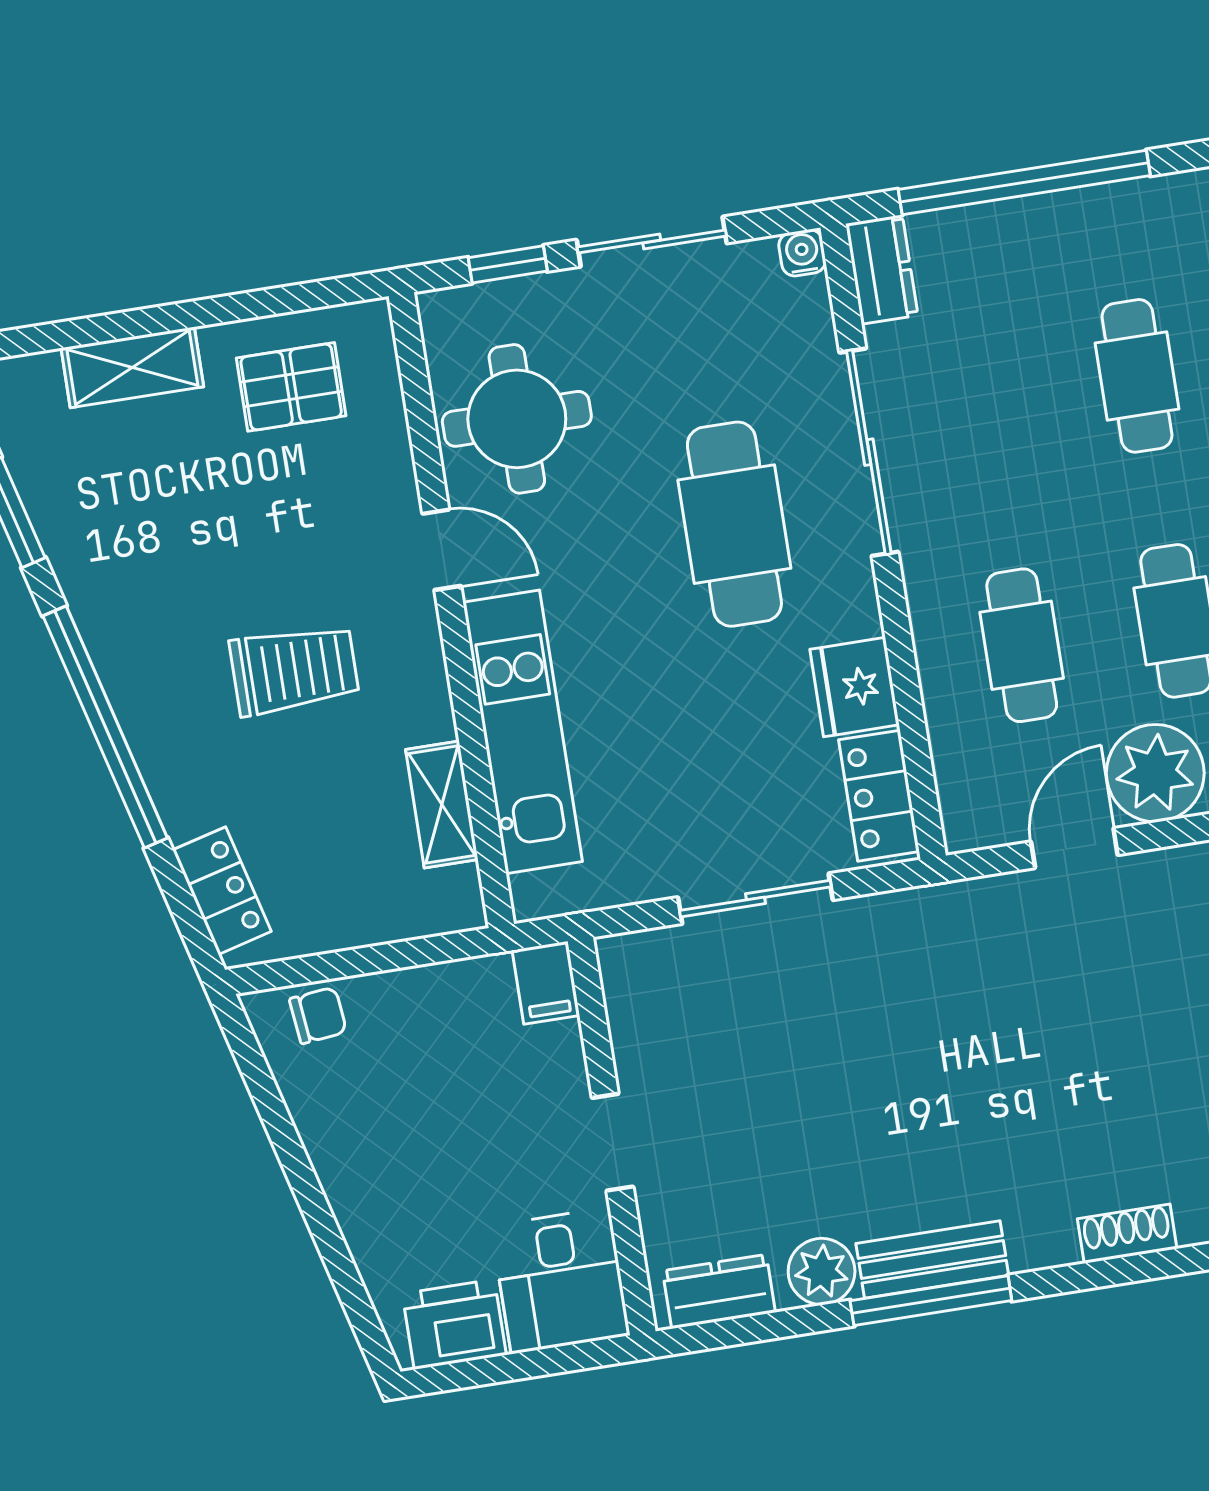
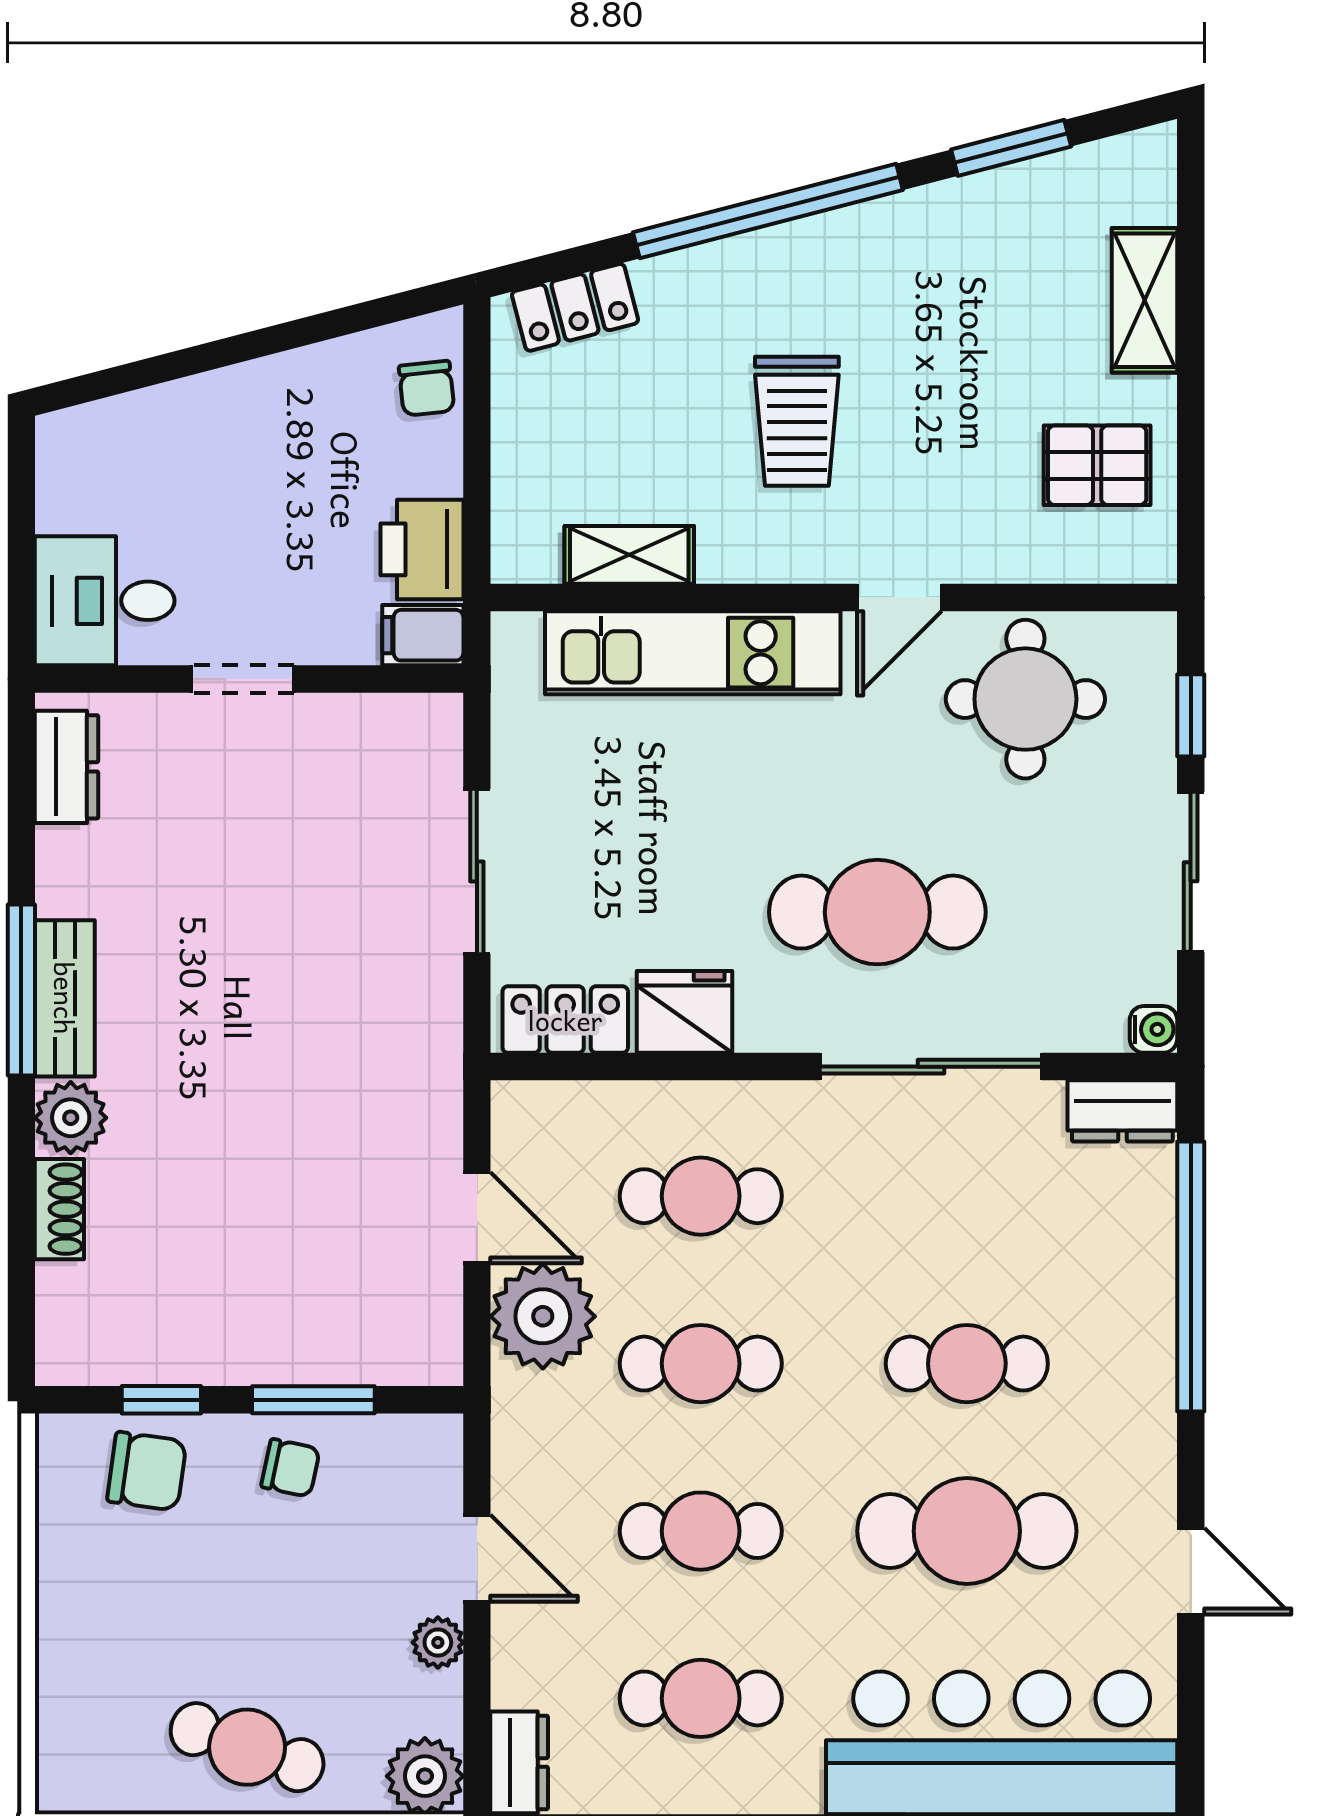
pallet: (291, 387) -> (1097, 465), turned 90
plant: (822, 1271) -> (71, 1118), moved
printer: (454, 1324) -> (422, 549), moved, turned 180

